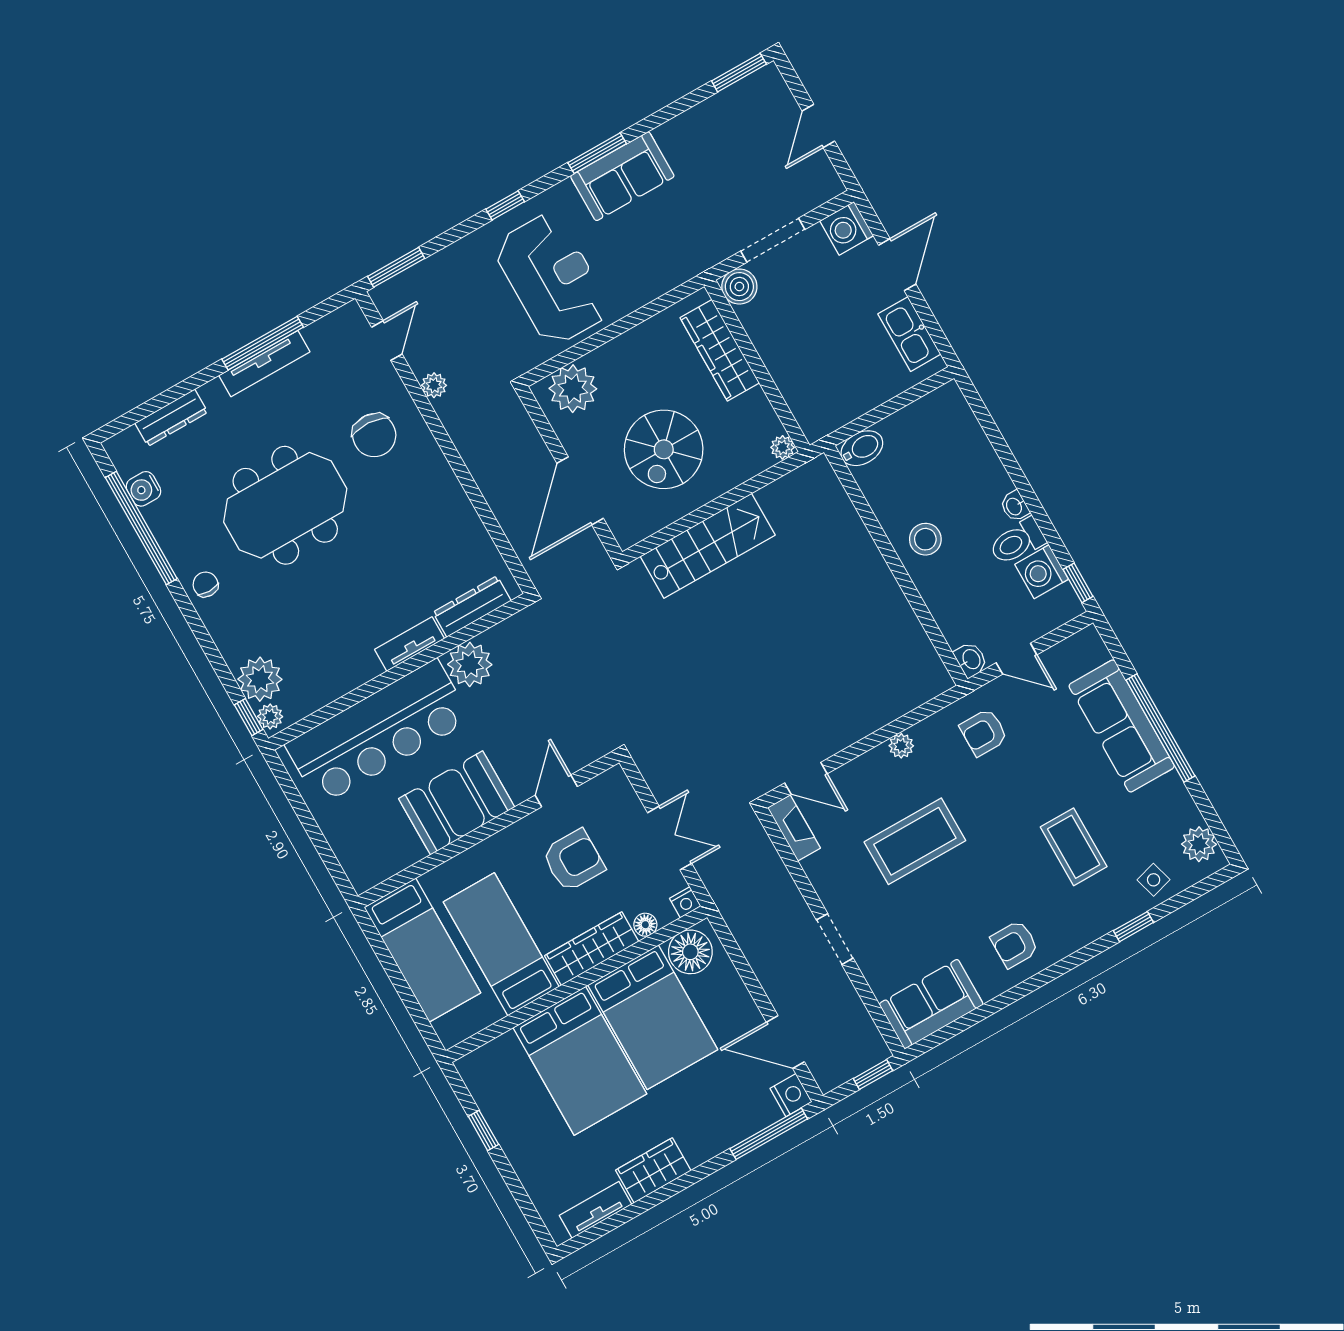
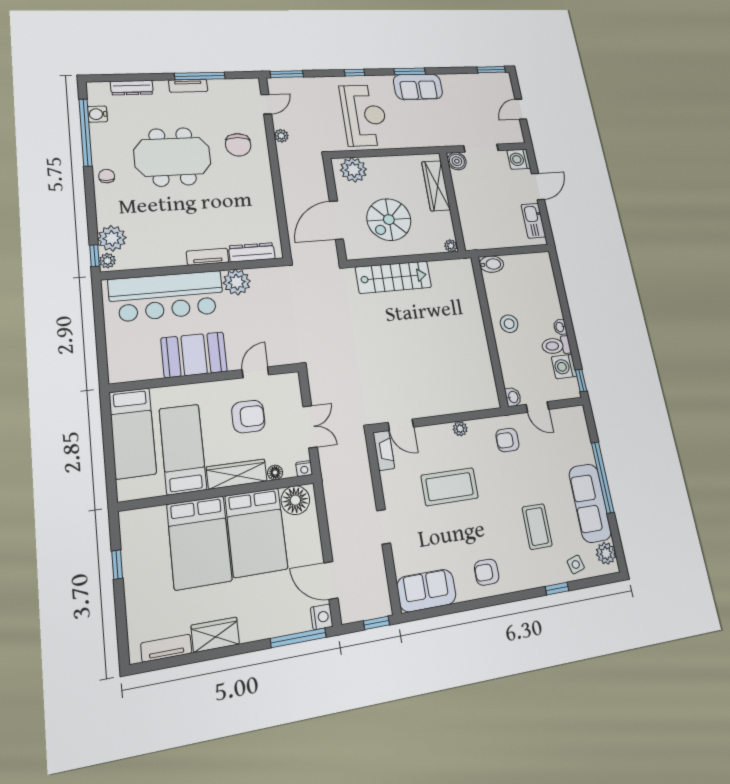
tv unit: (264, 364) -> (188, 86), width x0.71
sofa: (1122, 726) -> (590, 503), moved

